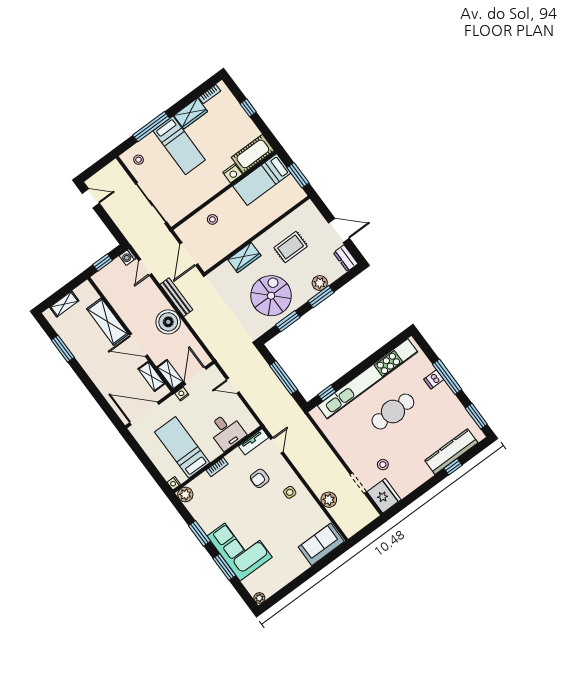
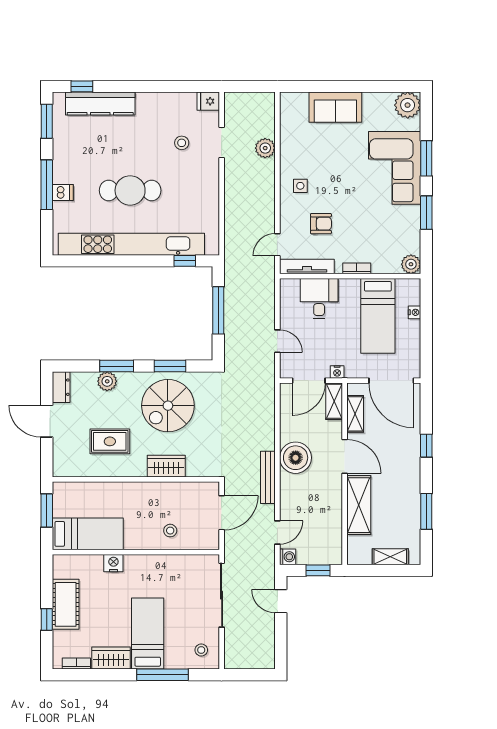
cot: (253, 154) -> (66, 604), moved, turned 90
door: (91, 198) -> (281, 601), moved
window: (93, 389) -> (426, 446), added
tv unit: (254, 442) -> (307, 267), width x1.41
window: (453, 467) -> (82, 86), moved
nightstand: (174, 483) -> (414, 312), moved
fridge: (384, 496) -> (208, 101), width x0.53, depth x0.75
sofa: (321, 544) -> (335, 107), moved
plant: (259, 598) -> (408, 105), width x1.87, depth x1.87

